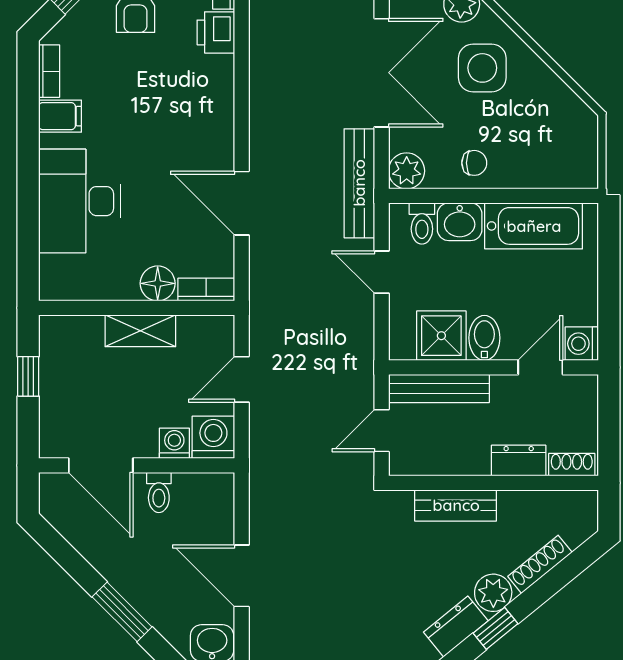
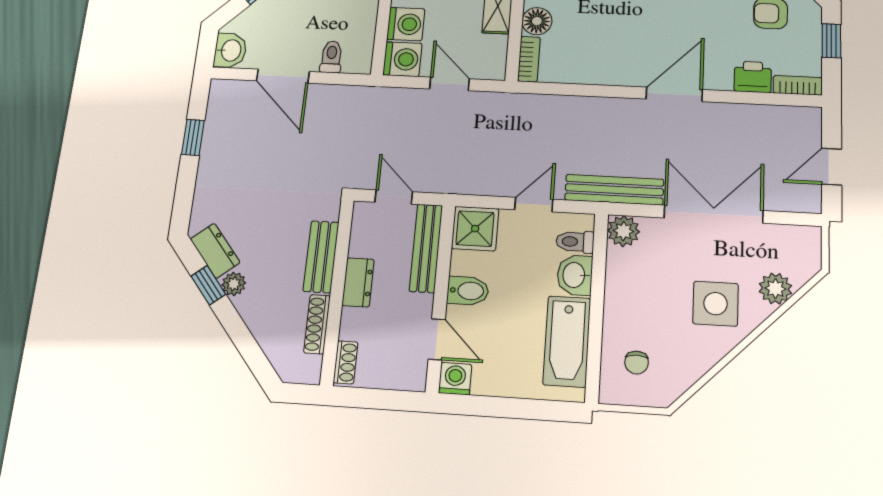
double door: (382, 73) -> (713, 214), swing flipped
chair: (474, 163) -> (637, 363), moved
door: (242, 203) -> (674, 94), moved
shower: (441, 336) -> (475, 229), moved
washing machine: (174, 443) -> (406, 24), width x1.38, depth x1.38
dresser: (519, 461) -> (358, 282), moved
toilet: (159, 492) -> (331, 57), moved, turned 90
shoe rack: (540, 564) -> (317, 324), moved, turned -141
door: (242, 576) -> (283, 76), swing flipped
plant: (493, 593) -> (234, 284), width x0.73, depth x0.73

